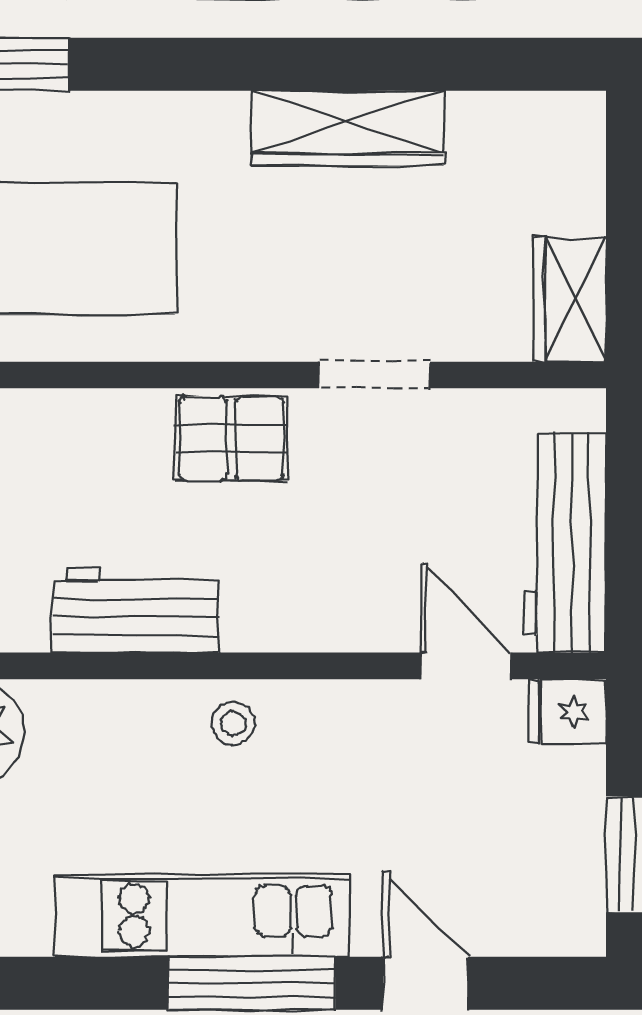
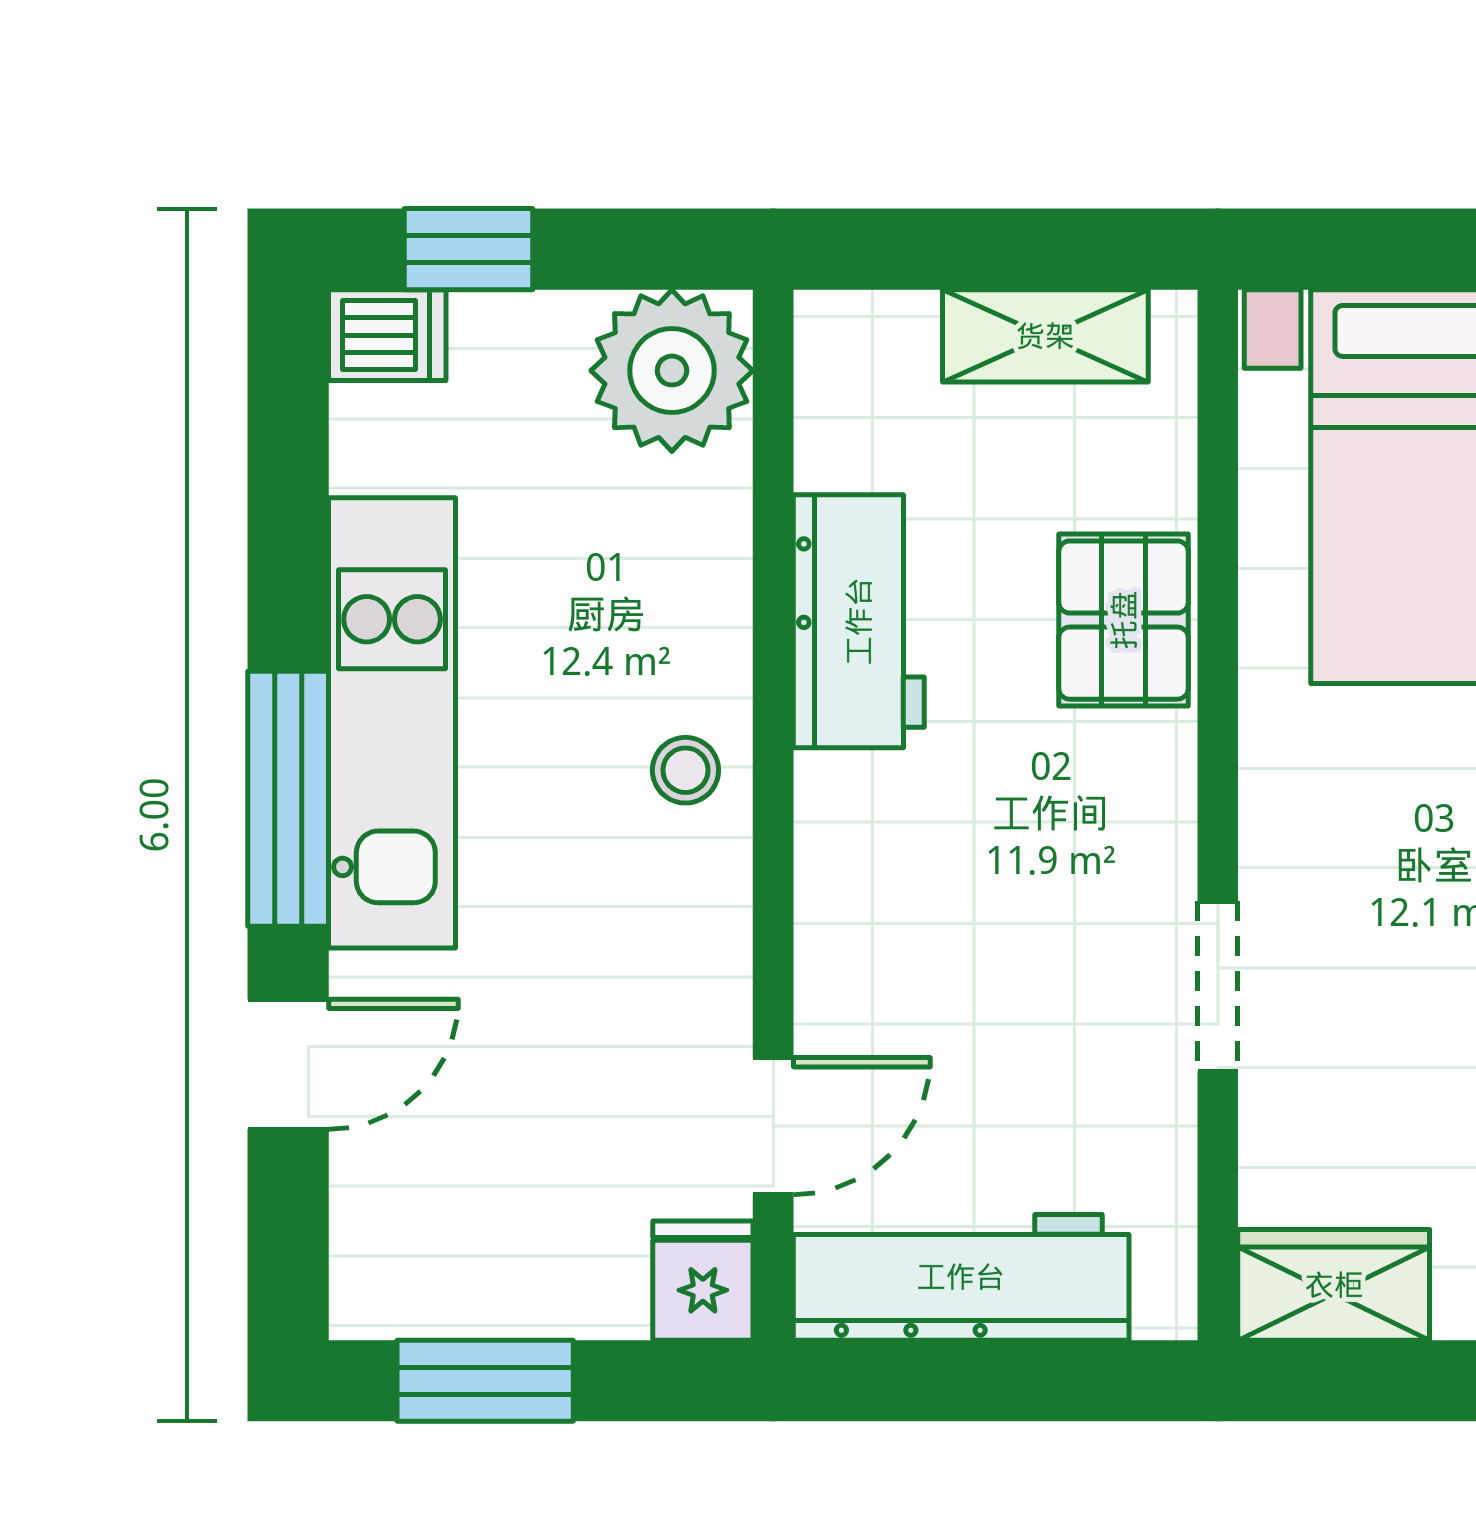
pallet: (231, 438) -> (1124, 620), moved

